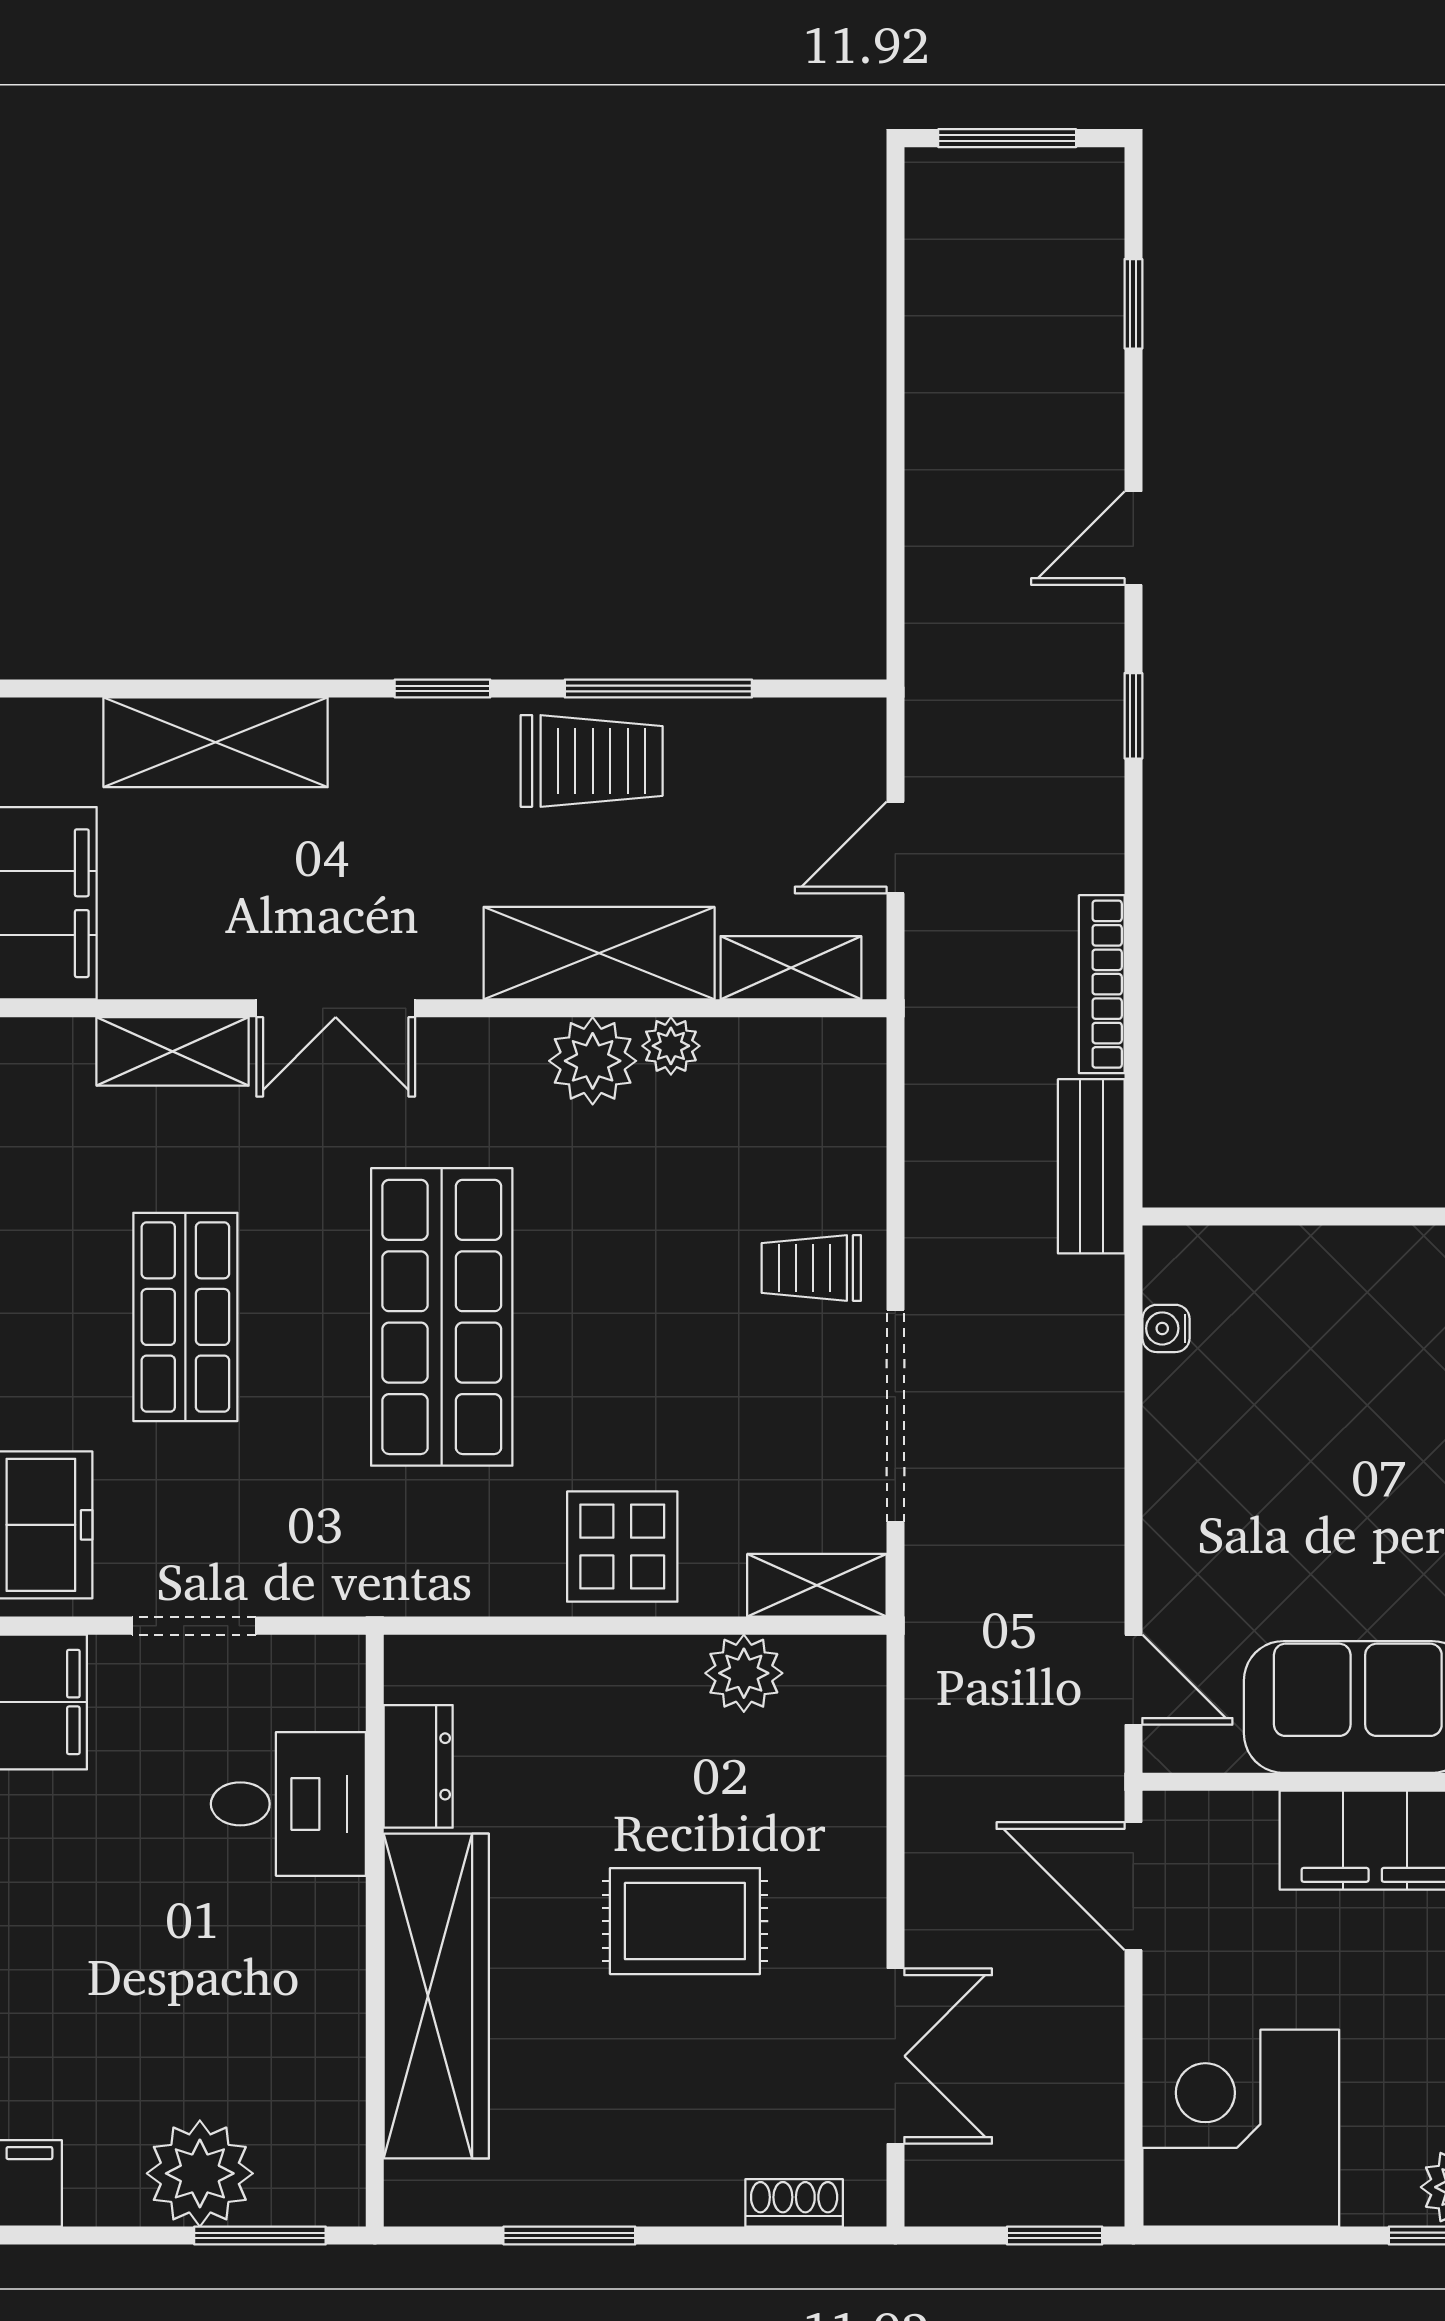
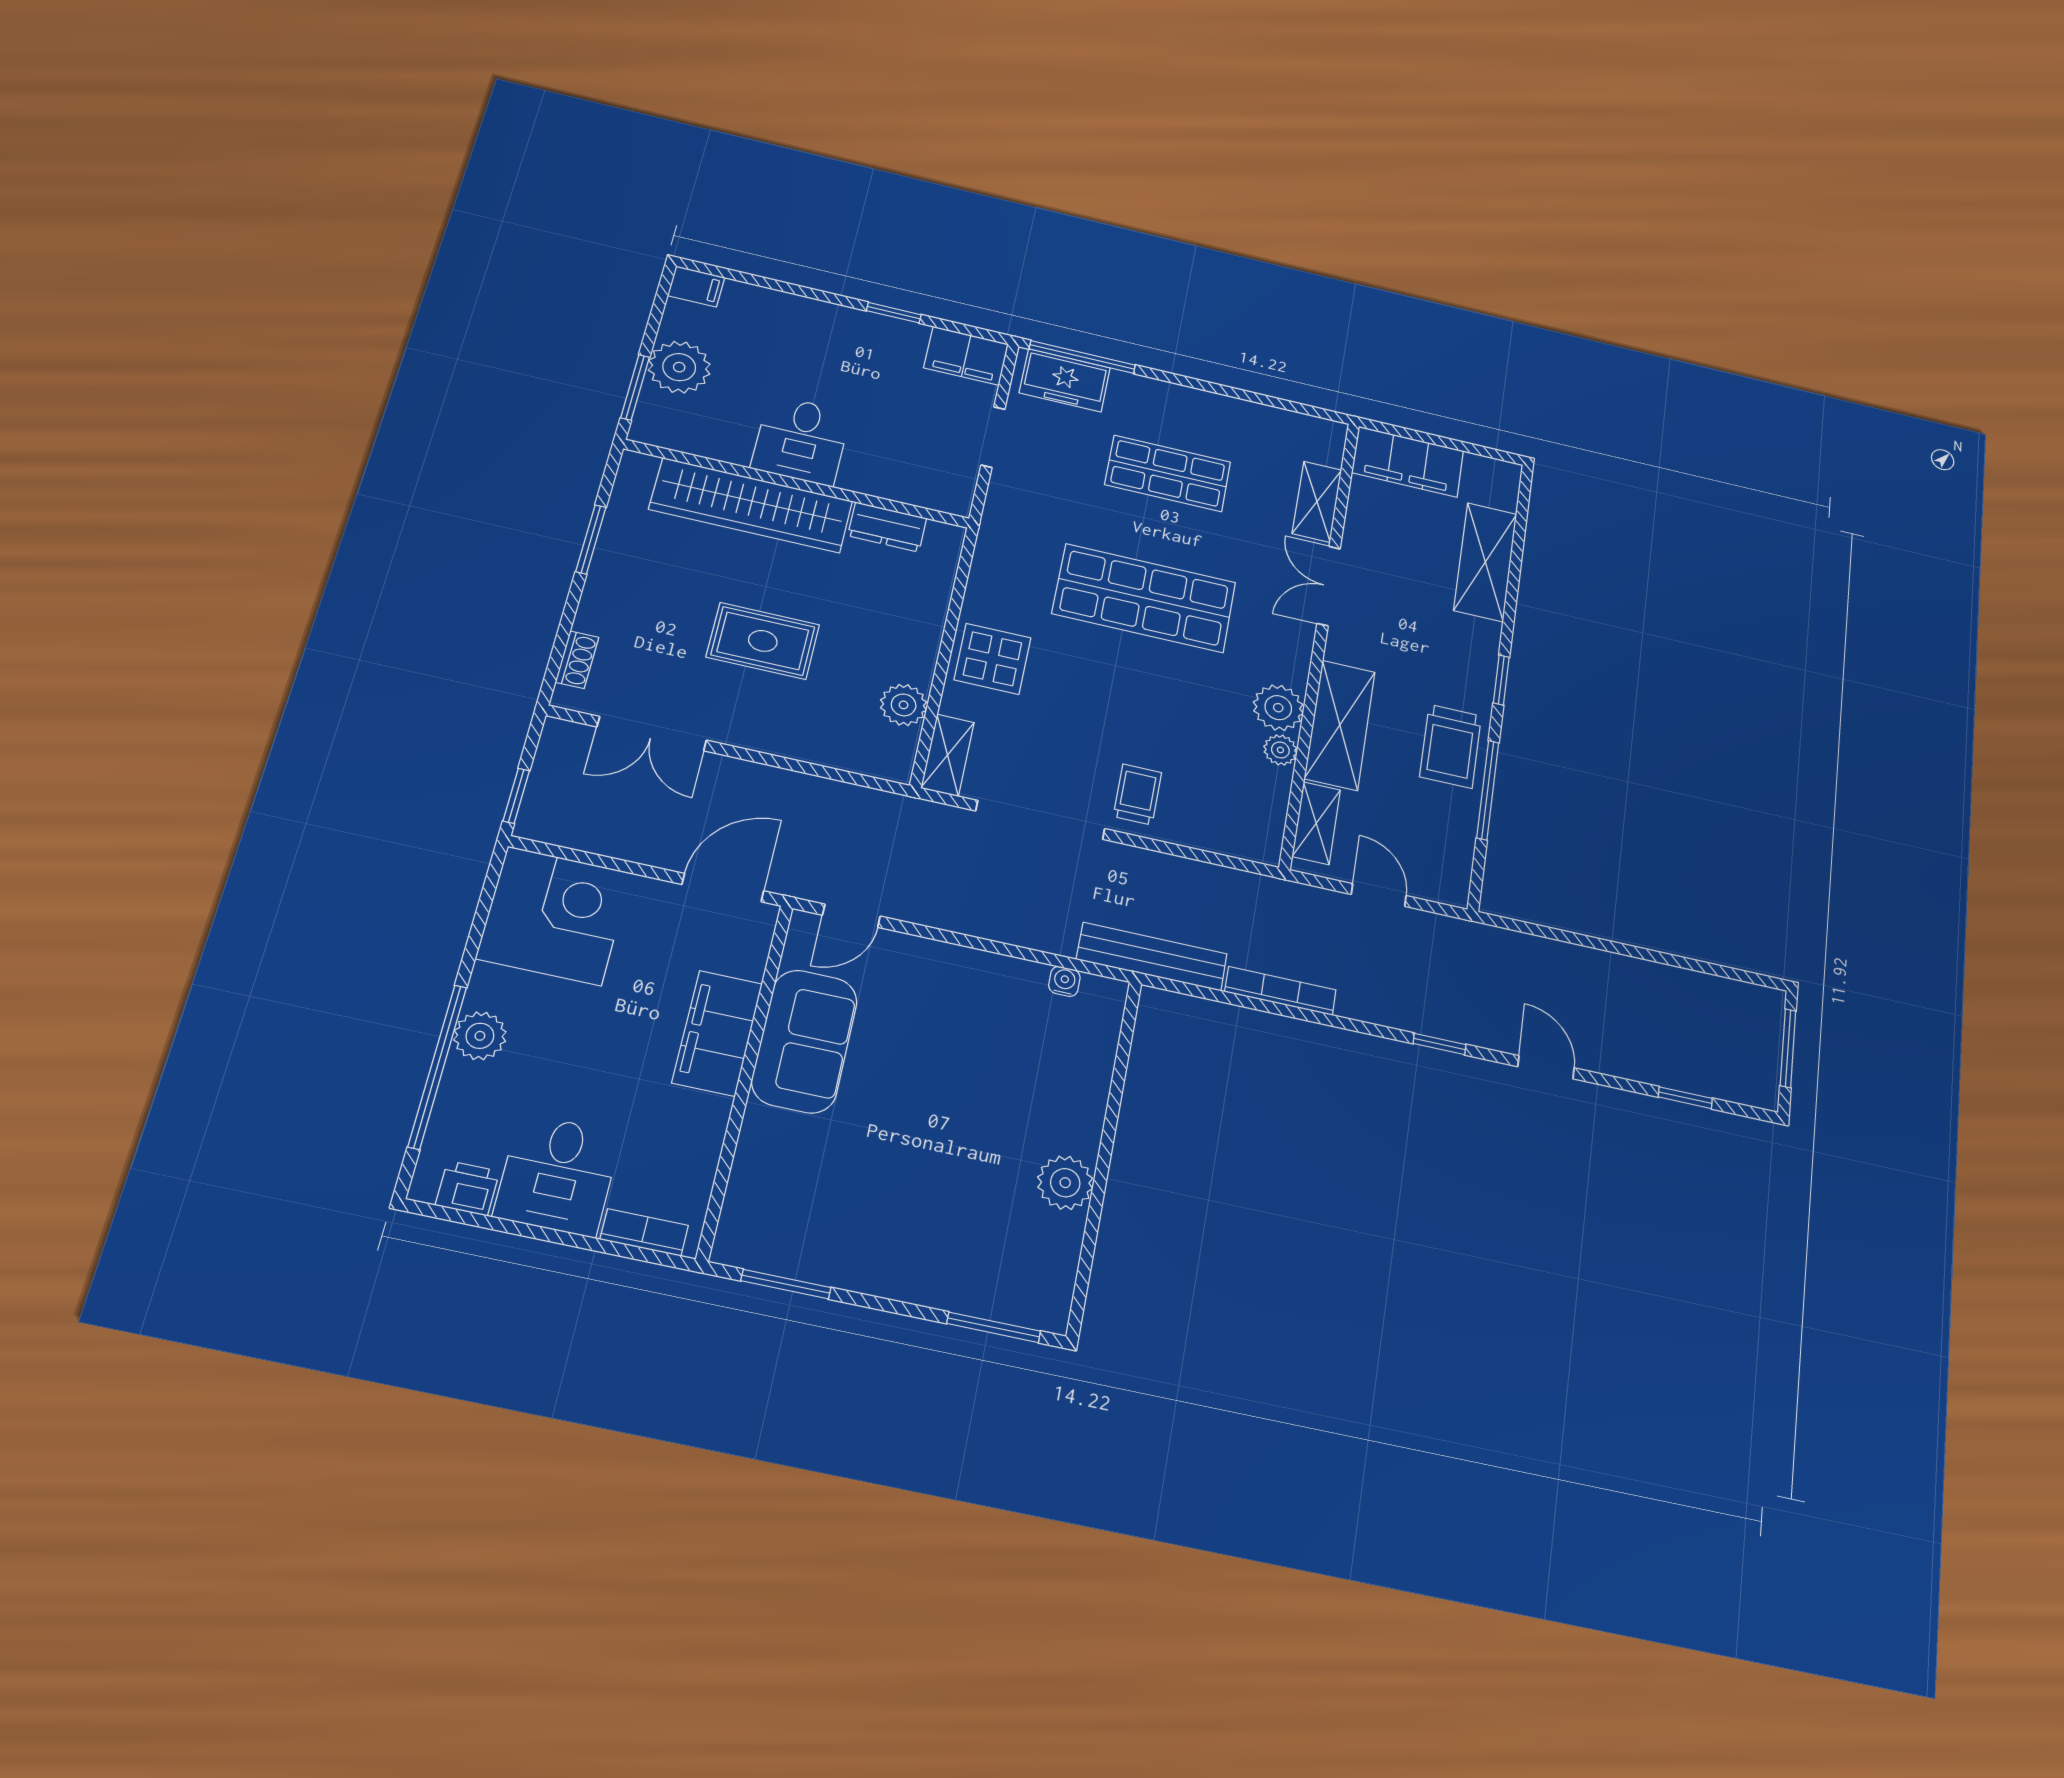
bench: (1091, 1166) -> (1152, 957), width x1.36
desk: (288, 1804) -> (801, 440), moved
rug: (685, 1921) -> (763, 641), turned 90

